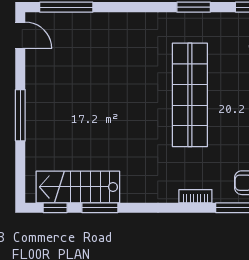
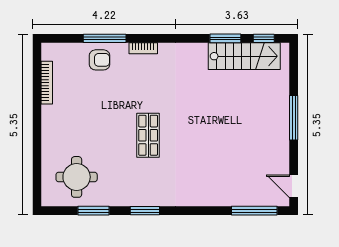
shop shelf: (190, 95) -> (148, 135), width x0.50, depth x0.74

